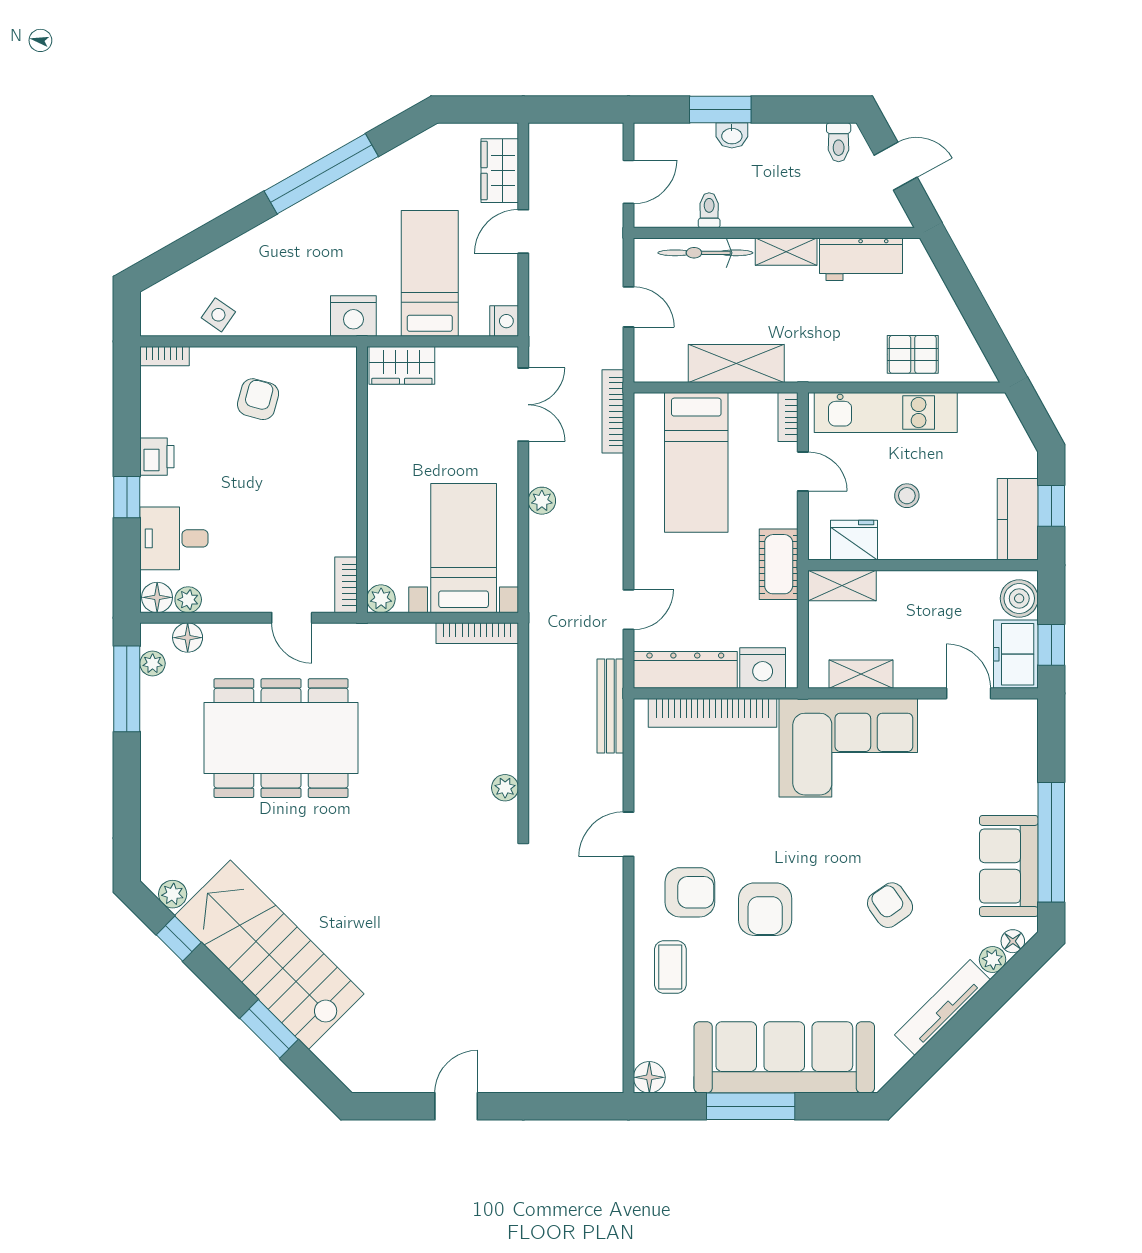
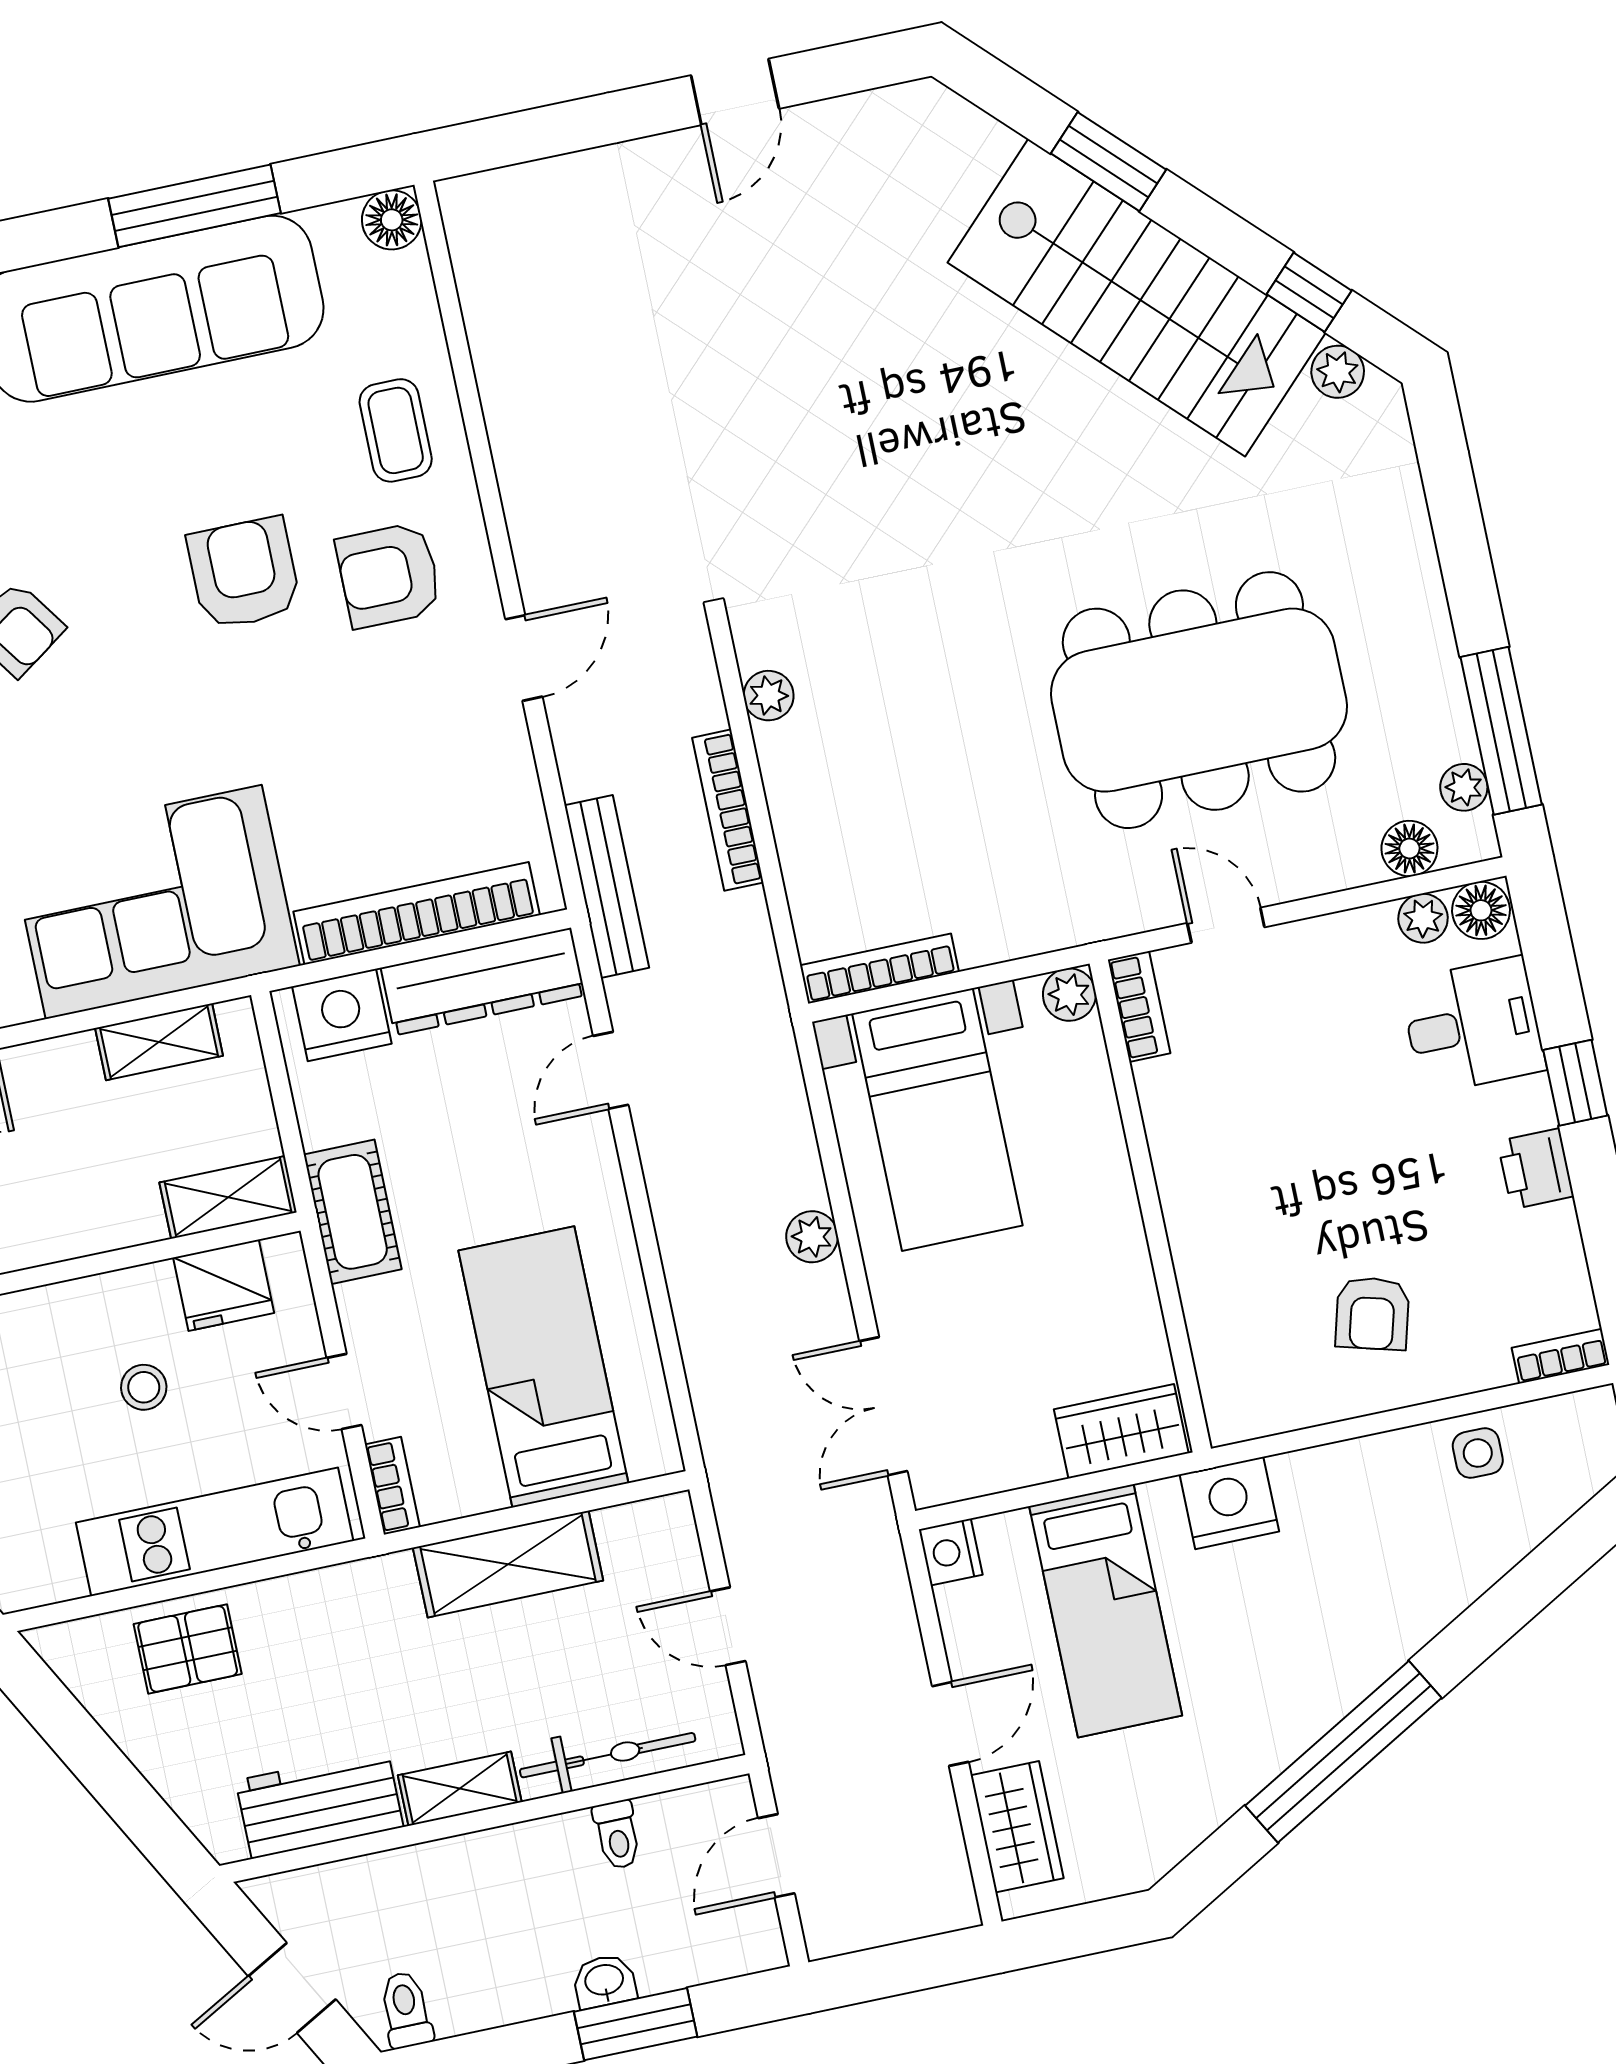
side table: (218, 315) -> (1478, 1453), turned -35
bookcase: (613, 411) -> (728, 810), moved, turned 180

